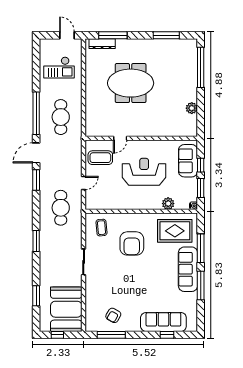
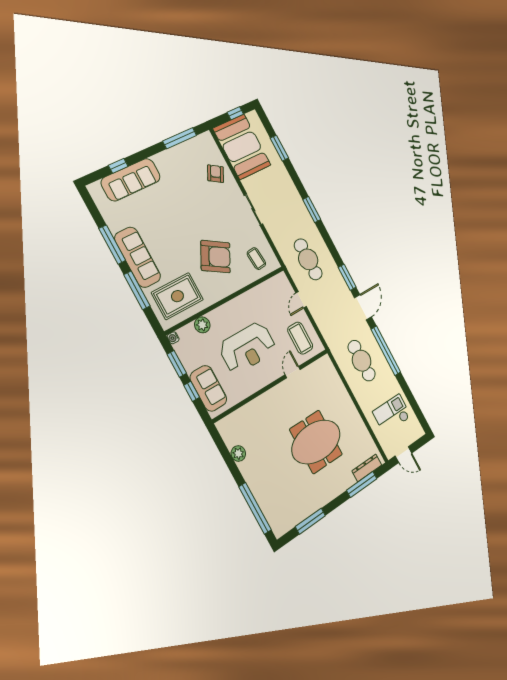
coffee table: (100, 158) -> (300, 338), turned 90
armchair: (132, 243) -> (216, 257), turned 120
armchair: (113, 315) -> (216, 174), moved

